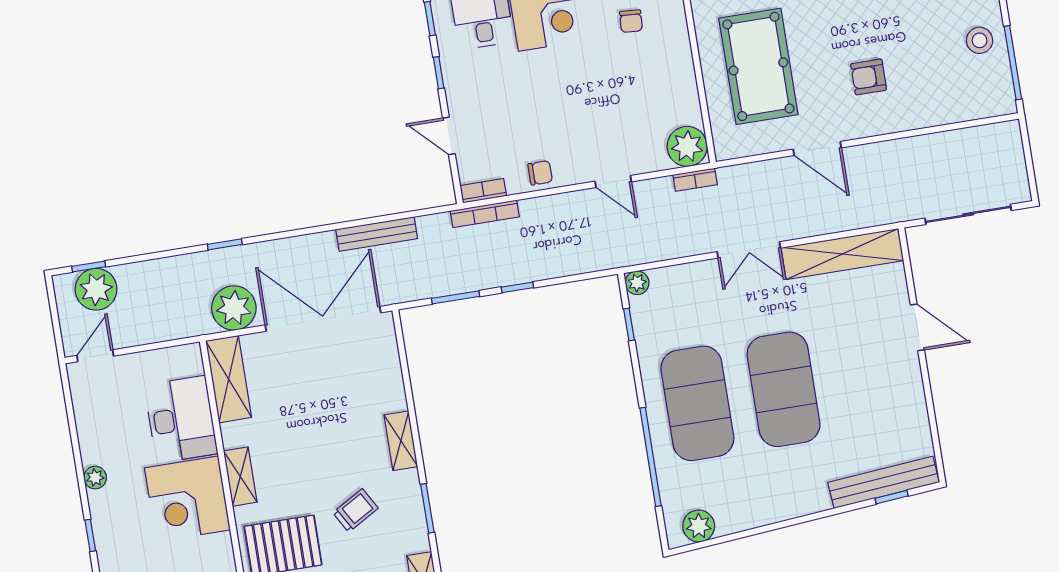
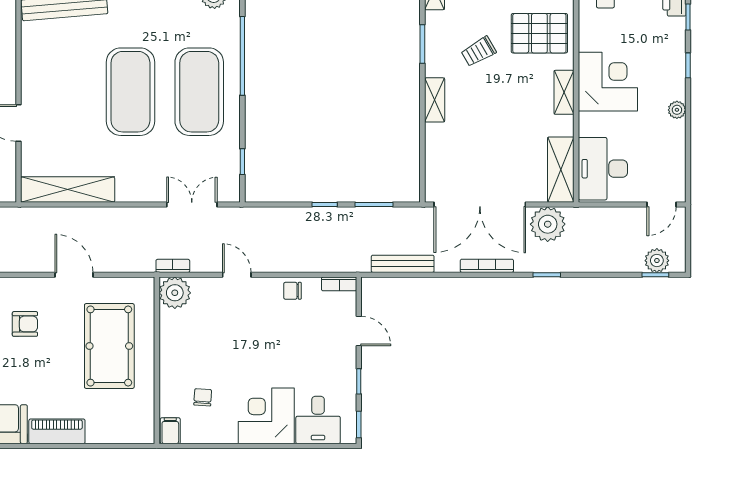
bookcase: (485, 214) -> (487, 266), moved
bench: (377, 234) -> (403, 264), moved
double door: (749, 250) -> (192, 205), moved
plant: (637, 283) -> (231, 193), removed
plant: (96, 289) -> (657, 261), width x0.73, depth x0.73
desk: (181, 419) -> (603, 169), moved

